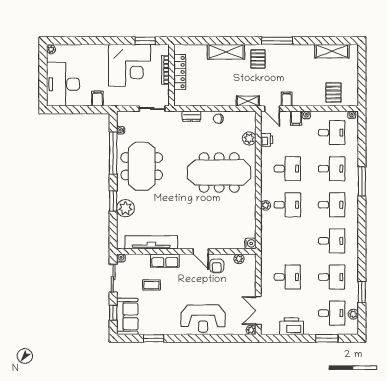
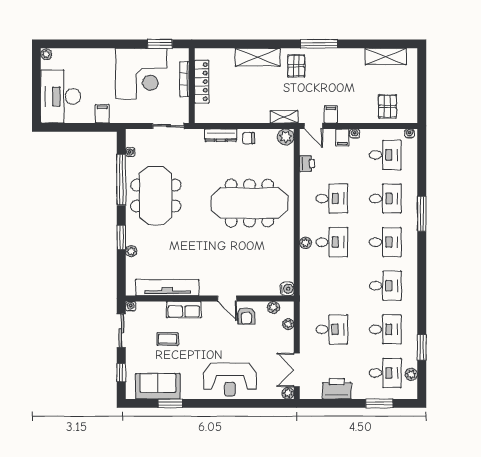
dresser: (191, 116) -> (221, 135), width x1.44
plant: (249, 138) -> (286, 137), moved
plant: (125, 208) -> (131, 251), width x0.53, depth x0.53
plant: (251, 273) -> (288, 324), added
sofa: (127, 316) -> (158, 386), moved, turned -90

